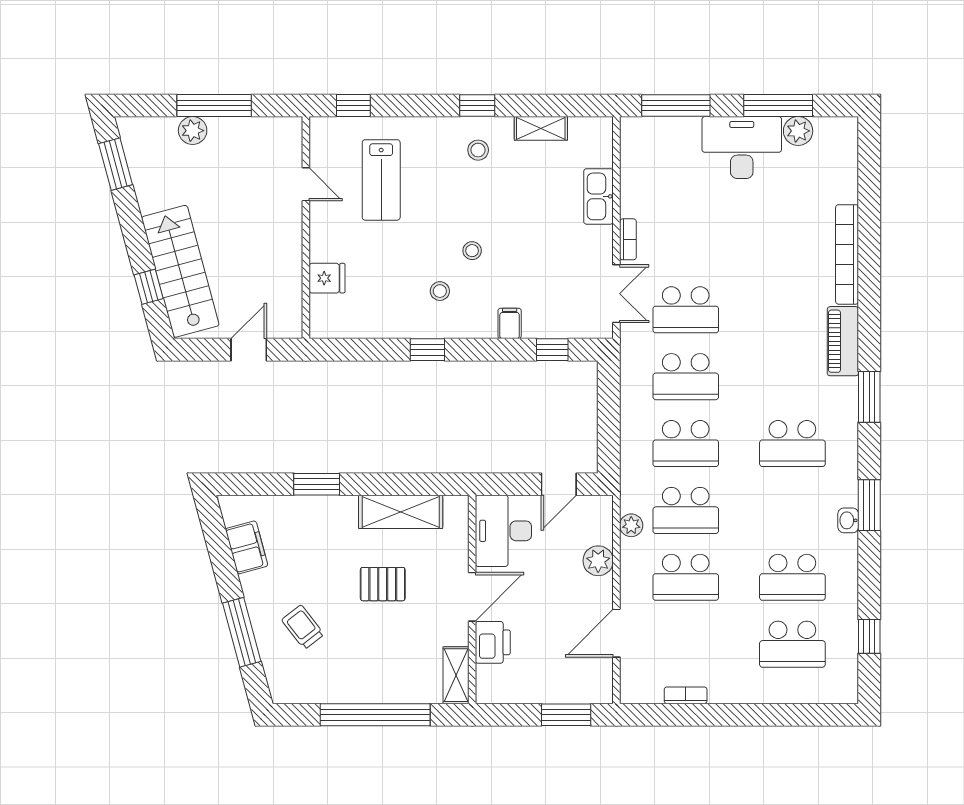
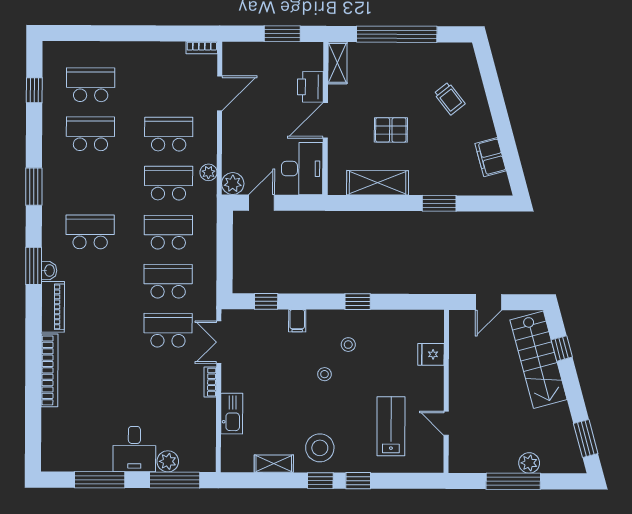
window: (353, 106) -> (358, 481), moved
plant: (798, 131) -> (168, 461), moved
desk: (742, 148) -> (134, 449), width x0.73
stool: (478, 150) -> (320, 448), width x1.89, depth x1.89
washbasin: (848, 520) -> (49, 271), moved
plant: (598, 561) -> (233, 184), moved
window: (242, 632) -> (494, 95), removed
bookcase: (686, 695) -> (202, 48), moved
window: (566, 715) -> (282, 34), moved

